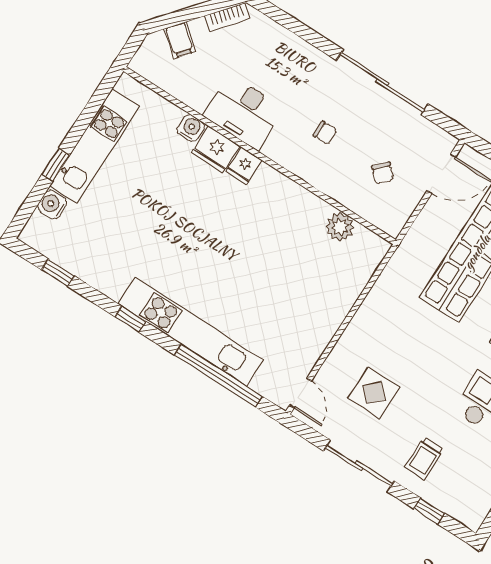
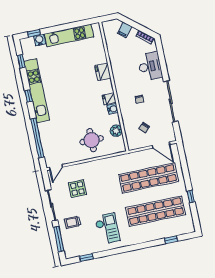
desk: (244, 112) -> (150, 66), moved, turned 180
water cooler: (191, 128) -> (113, 109), moved
window: (56, 165) -> (34, 33), moved
fridge: (244, 166) -> (109, 99), moved
round table: (314, 285) -> (92, 140), added
kitchen unit: (190, 332) -> (37, 91), moved
window: (429, 511) -> (59, 239), width x2.17

